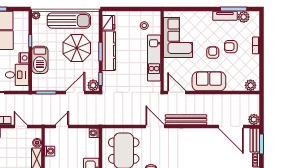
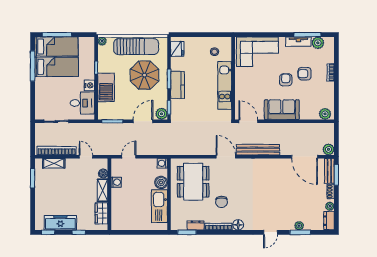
corner sofa: (178, 38) -> (257, 52), moved, turned 90
kitchen counter: (109, 51) -> (178, 85), width x0.67
boiler: (93, 151) -> (161, 182), added

